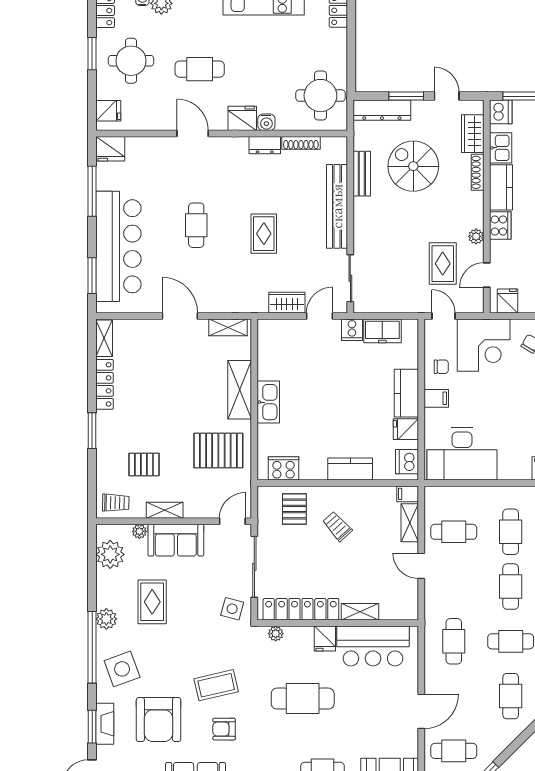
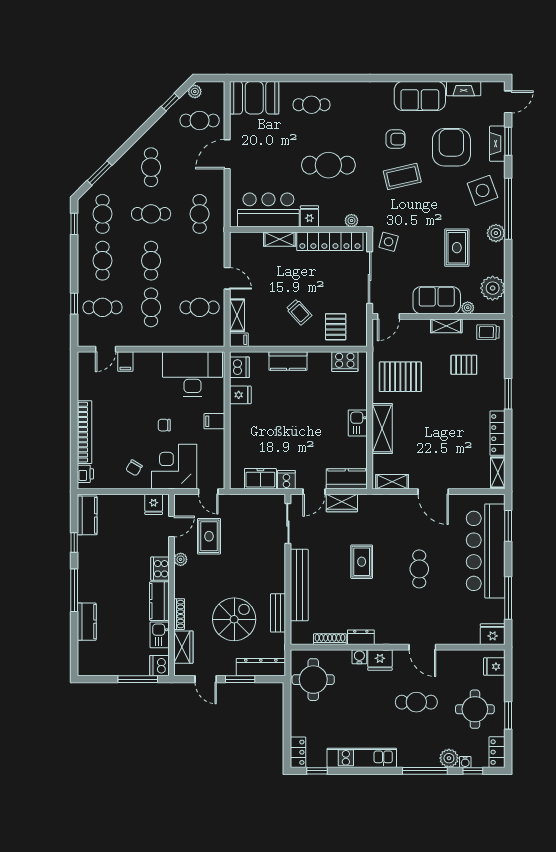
spiral stairs: (413, 166) -> (234, 619), turned -90
chair: (441, 367) -> (164, 425), moved
kitchen counter: (406, 393) -> (347, 479), moved, turned -90
kitchen sink: (268, 402) -> (358, 423), width x0.73

